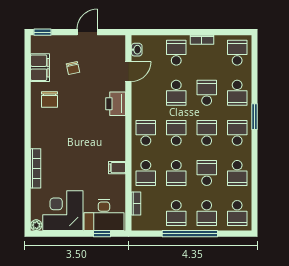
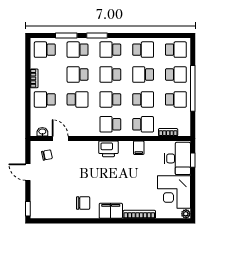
filing cabinet: (40, 68) -> (111, 211), moved
chair: (73, 68) -> (47, 155), moved
window: (254, 79) -> (66, 35), added
school desk: (237, 93) -> (78, 50), turned 180
printer: (116, 104) -> (108, 149), moved

